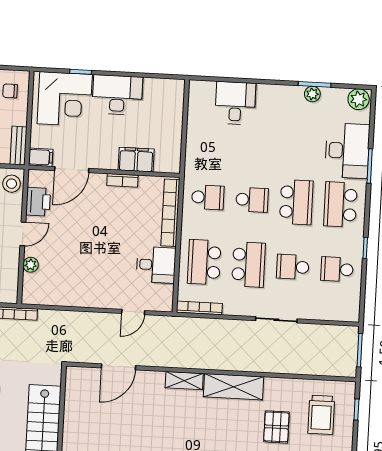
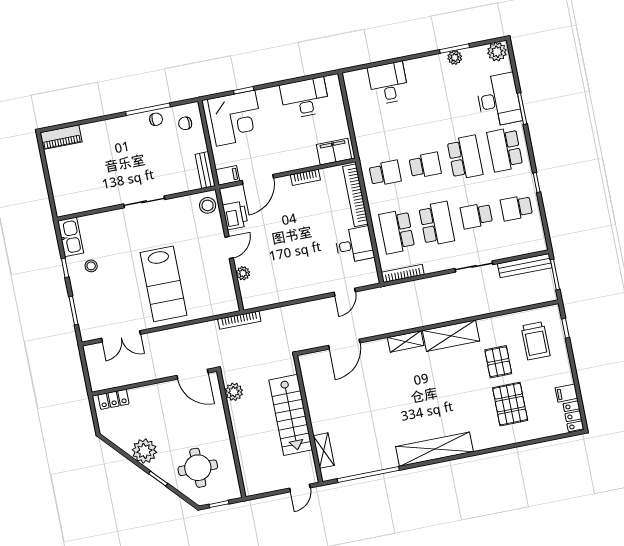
desk: (117, 95) -> (305, 98), moved
filing cabinet: (136, 160) -> (334, 152), moved
bench: (330, 333) -> (525, 266), added

